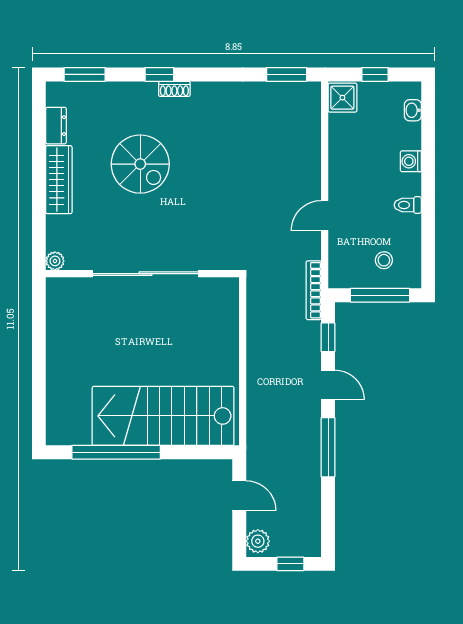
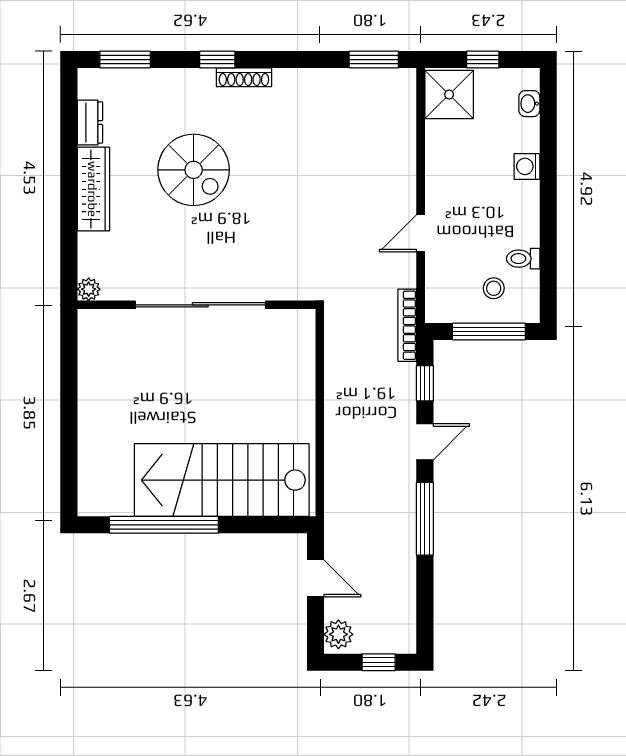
shoe rack: (174, 89) -> (244, 77), width x1.43
shower: (342, 98) -> (449, 94), width x1.36, depth x1.36
toilet: (408, 205) -> (523, 259), moved
door: (328, 385) -> (425, 442), hinge flipped

